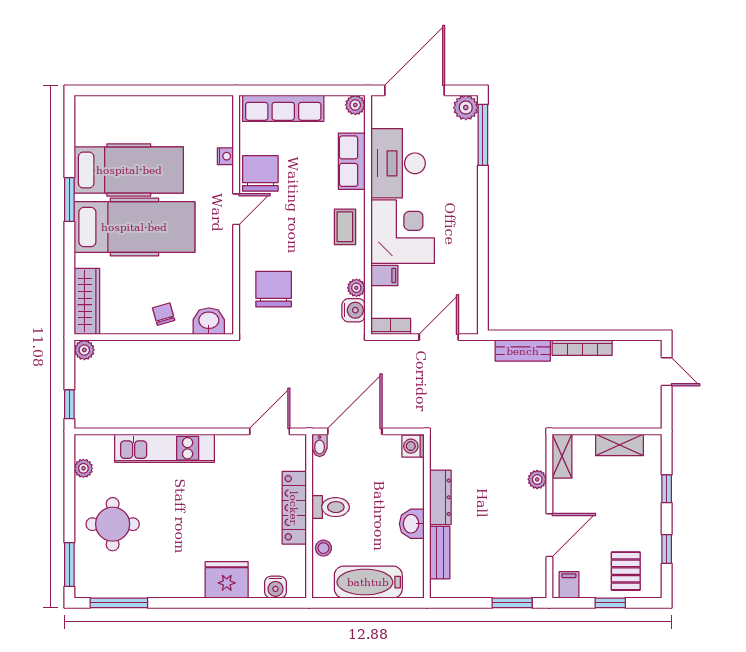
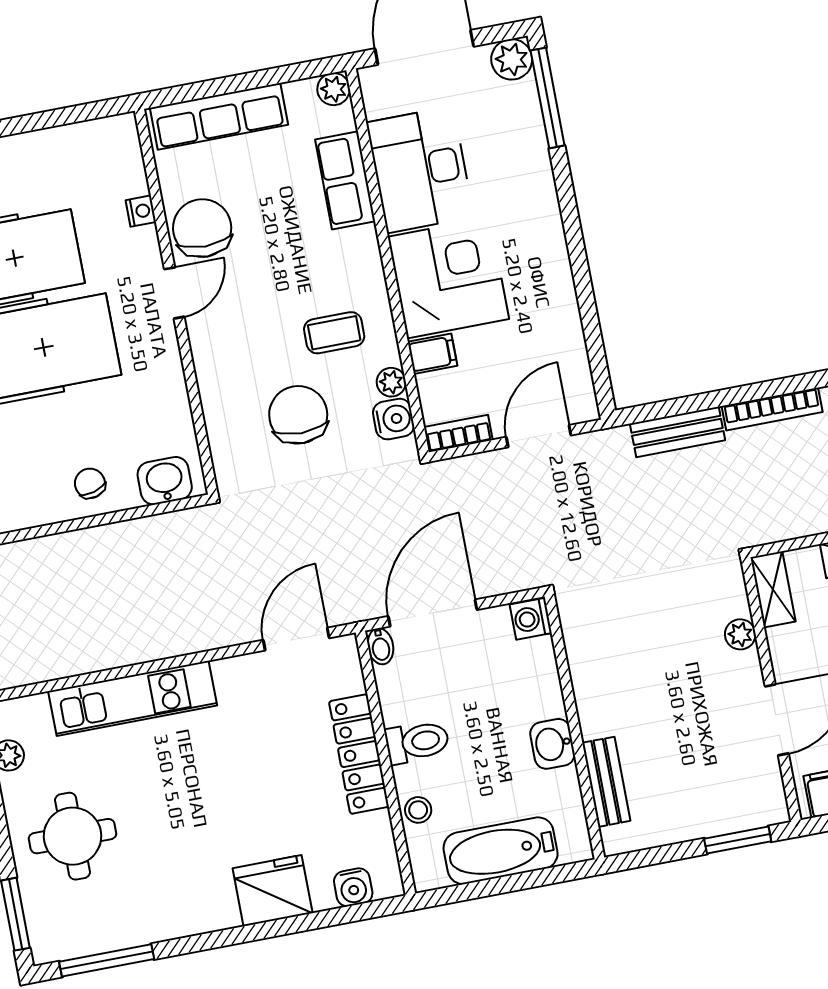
coffee table: (345, 227) -> (334, 333), moved, turned 90
chair: (274, 289) -> (298, 415), moved
dresser: (440, 497) -> (590, 693), removed

